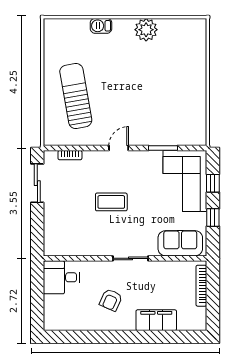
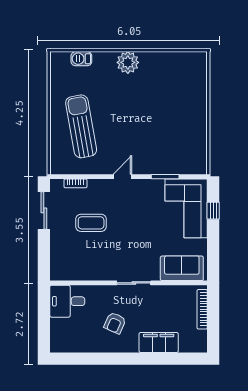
barbecue: (101, 26) -> (81, 59), moved
plant: (146, 30) -> (128, 62), moved
coffee table: (111, 202) -> (91, 223), moved
window: (213, 217) -> (213, 244), removed

